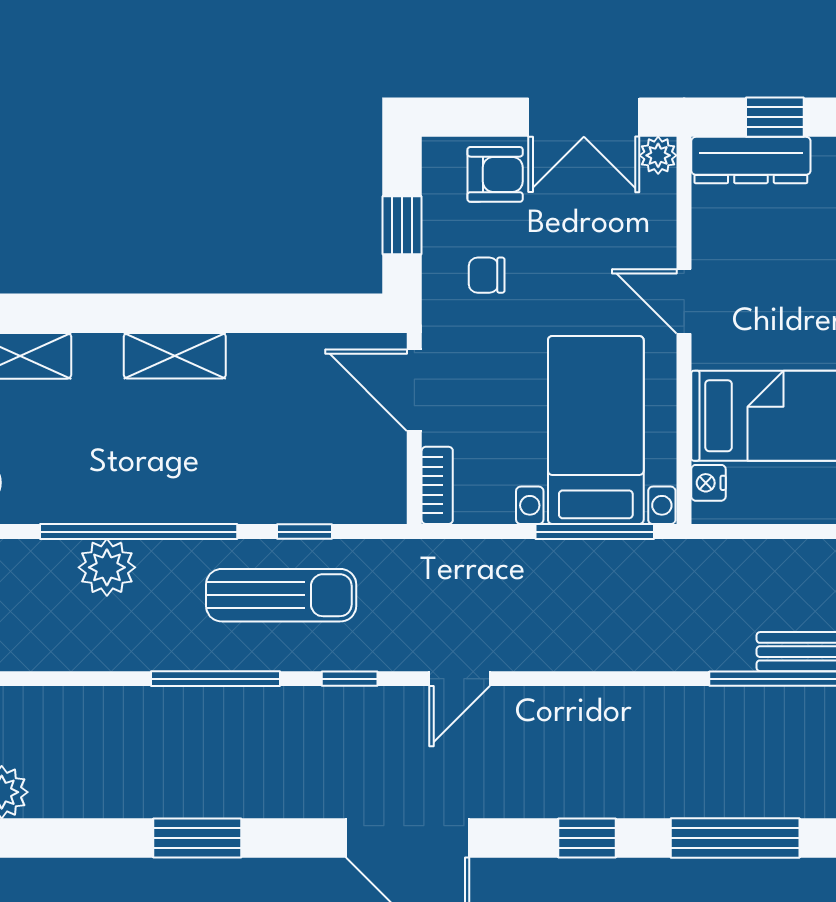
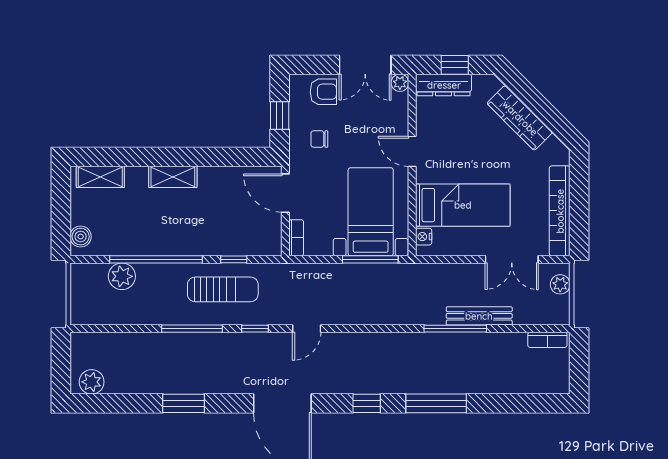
plant: (107, 567) -> (122, 276), moved

